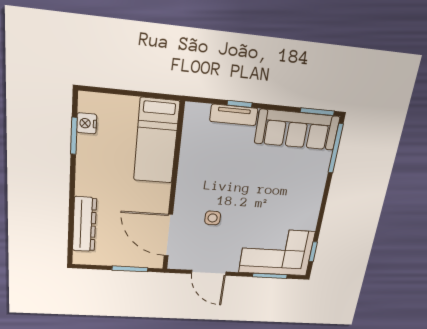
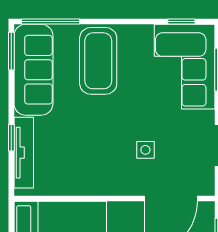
tv unit: (234, 115) -> (24, 153), width x1.41
coffee table: (294, 185) -> (98, 61), added

